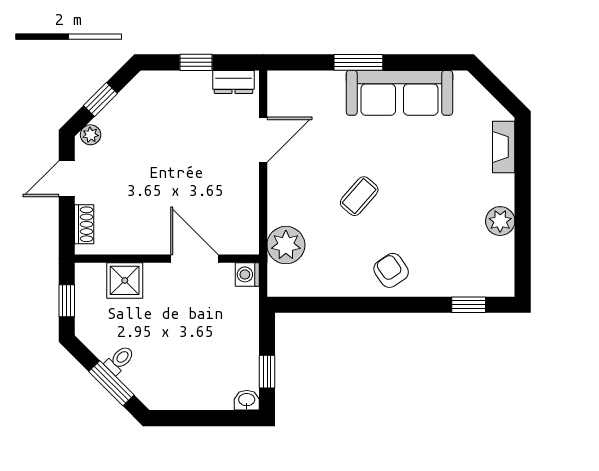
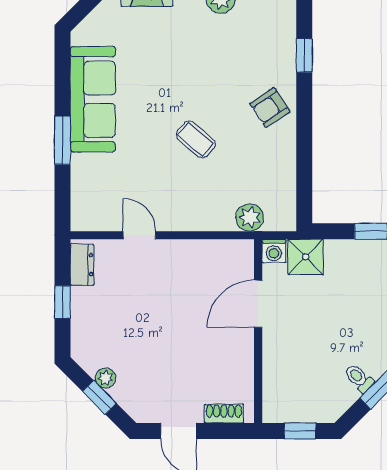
plant: (91, 135) -> (106, 378), moved
door: (263, 140) -> (140, 235), width x0.73
plant: (286, 245) -> (250, 217), width x0.73, depth x0.73
shower: (125, 280) -> (306, 257), moved
window: (469, 305) -> (304, 55), moved

